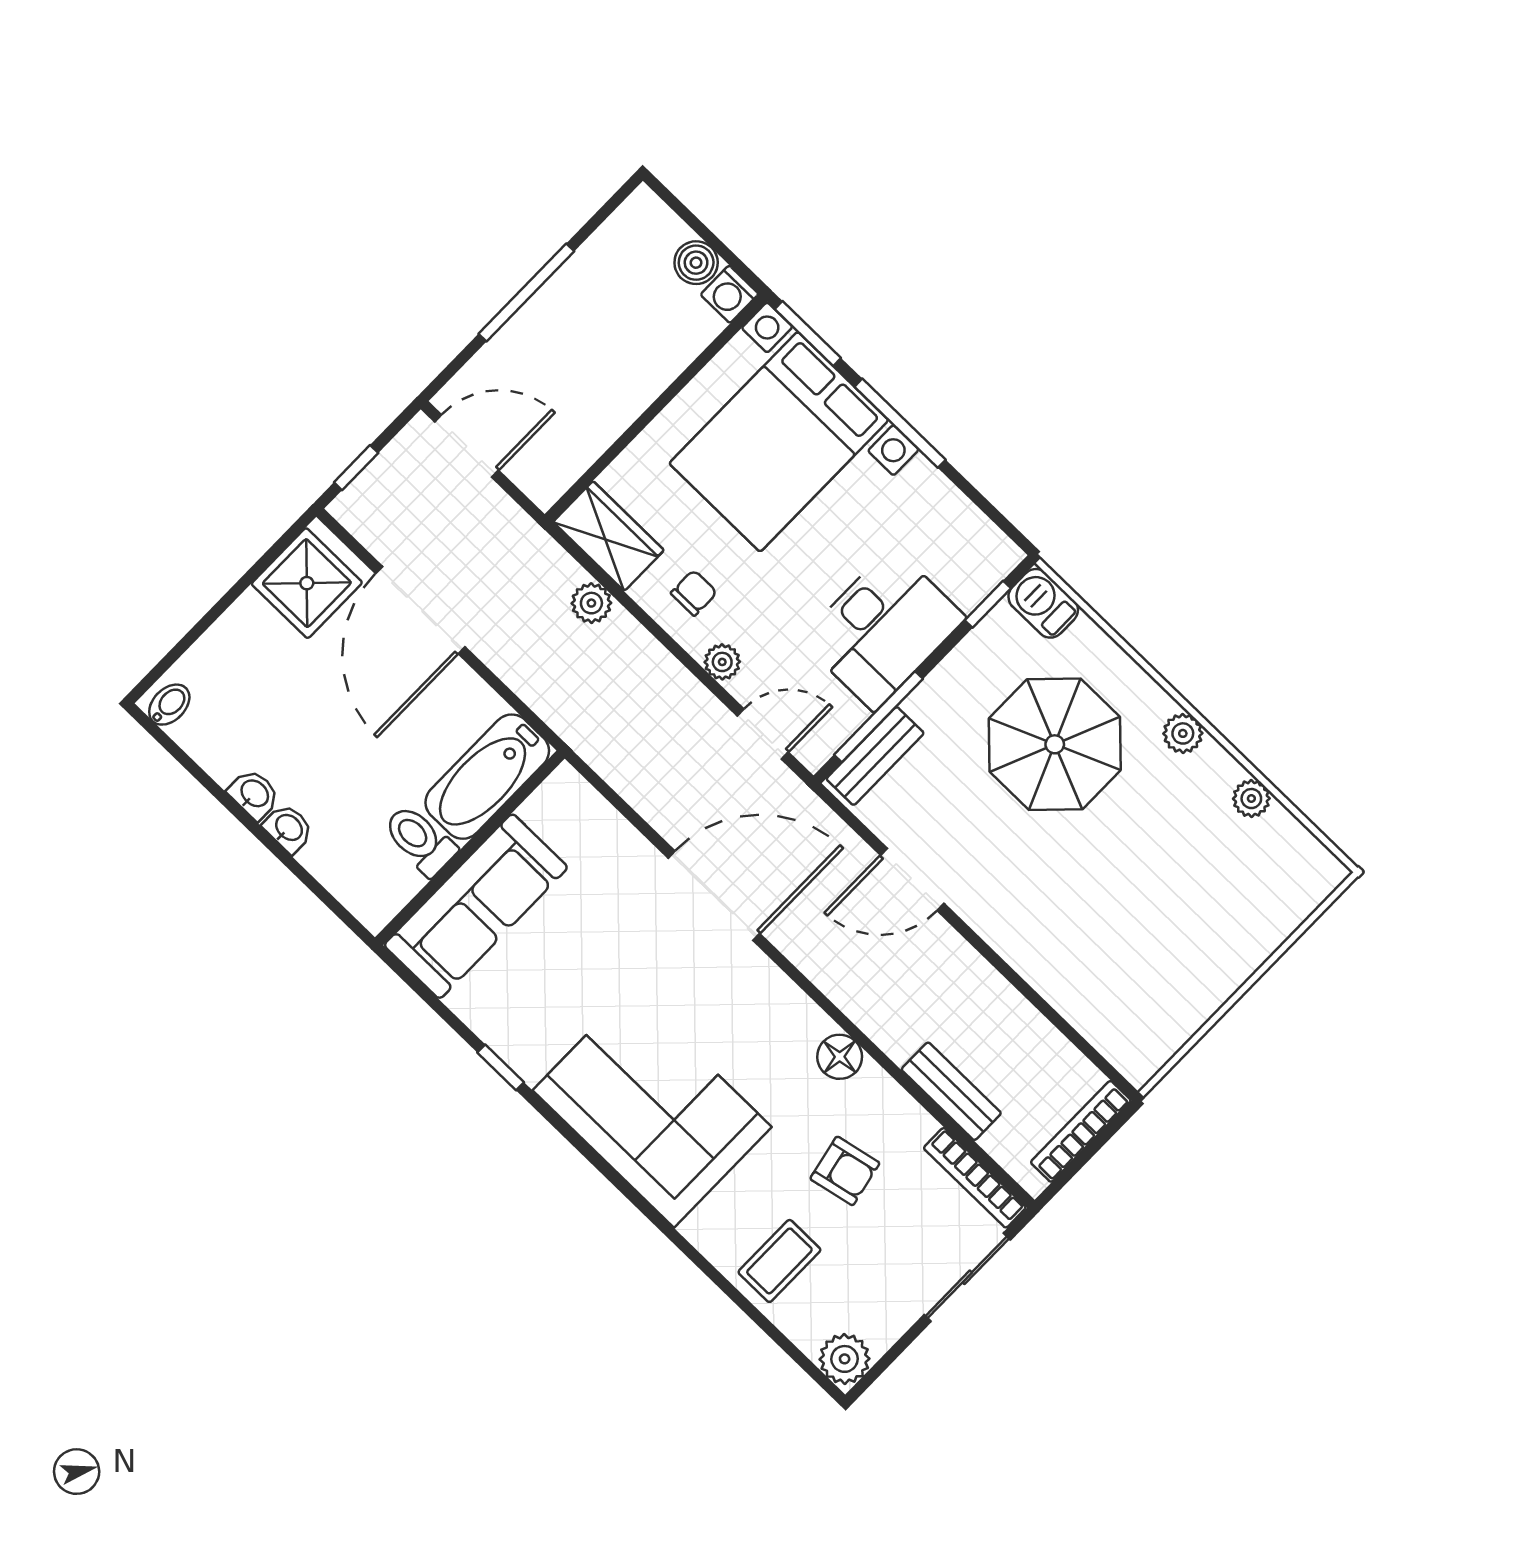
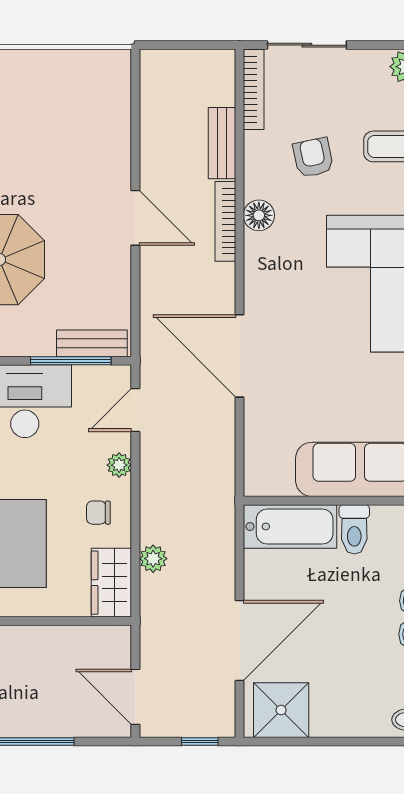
door: (763, 734) -> (135, 410), hinge flipped
door: (912, 879) -> (135, 218), moved
bookcase: (1081, 1131) -> (225, 221), moved, turned 90

